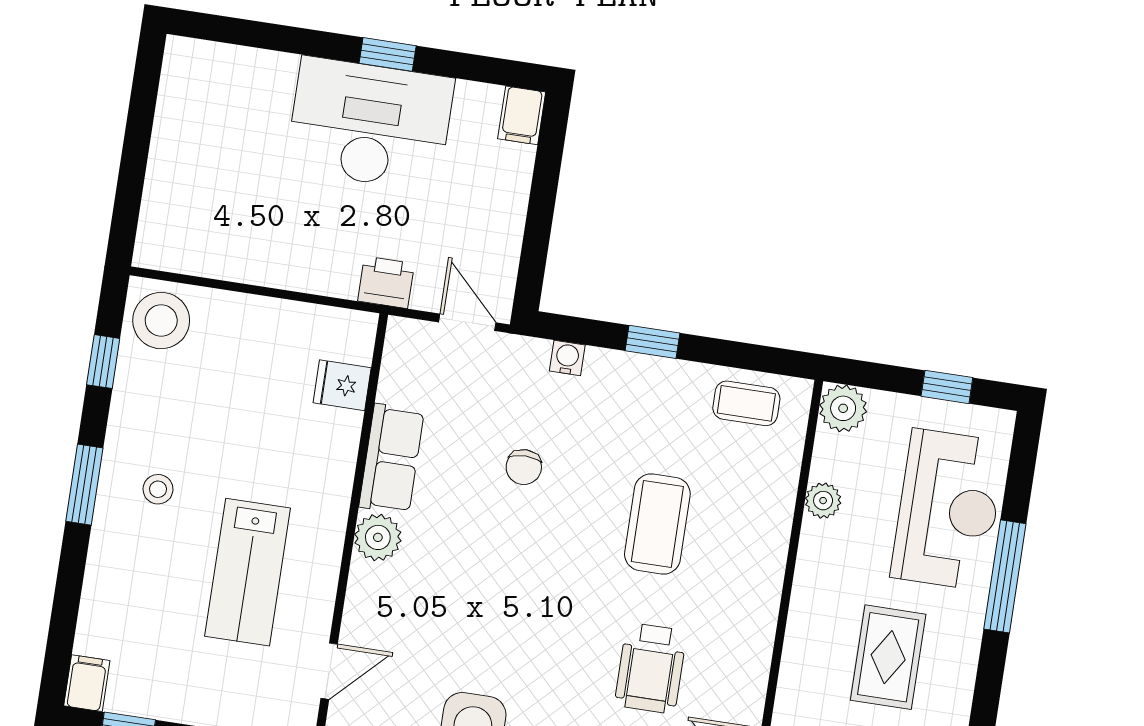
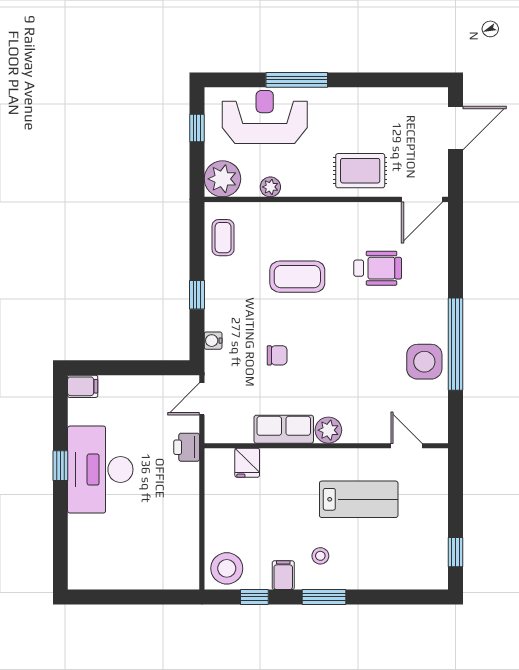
plant: (843, 408) -> (222, 179), width x1.36, depth x1.36
rug: (888, 657) -> (360, 171), moved
filing cabinet: (87, 683) -> (283, 575), moved, turned 90

